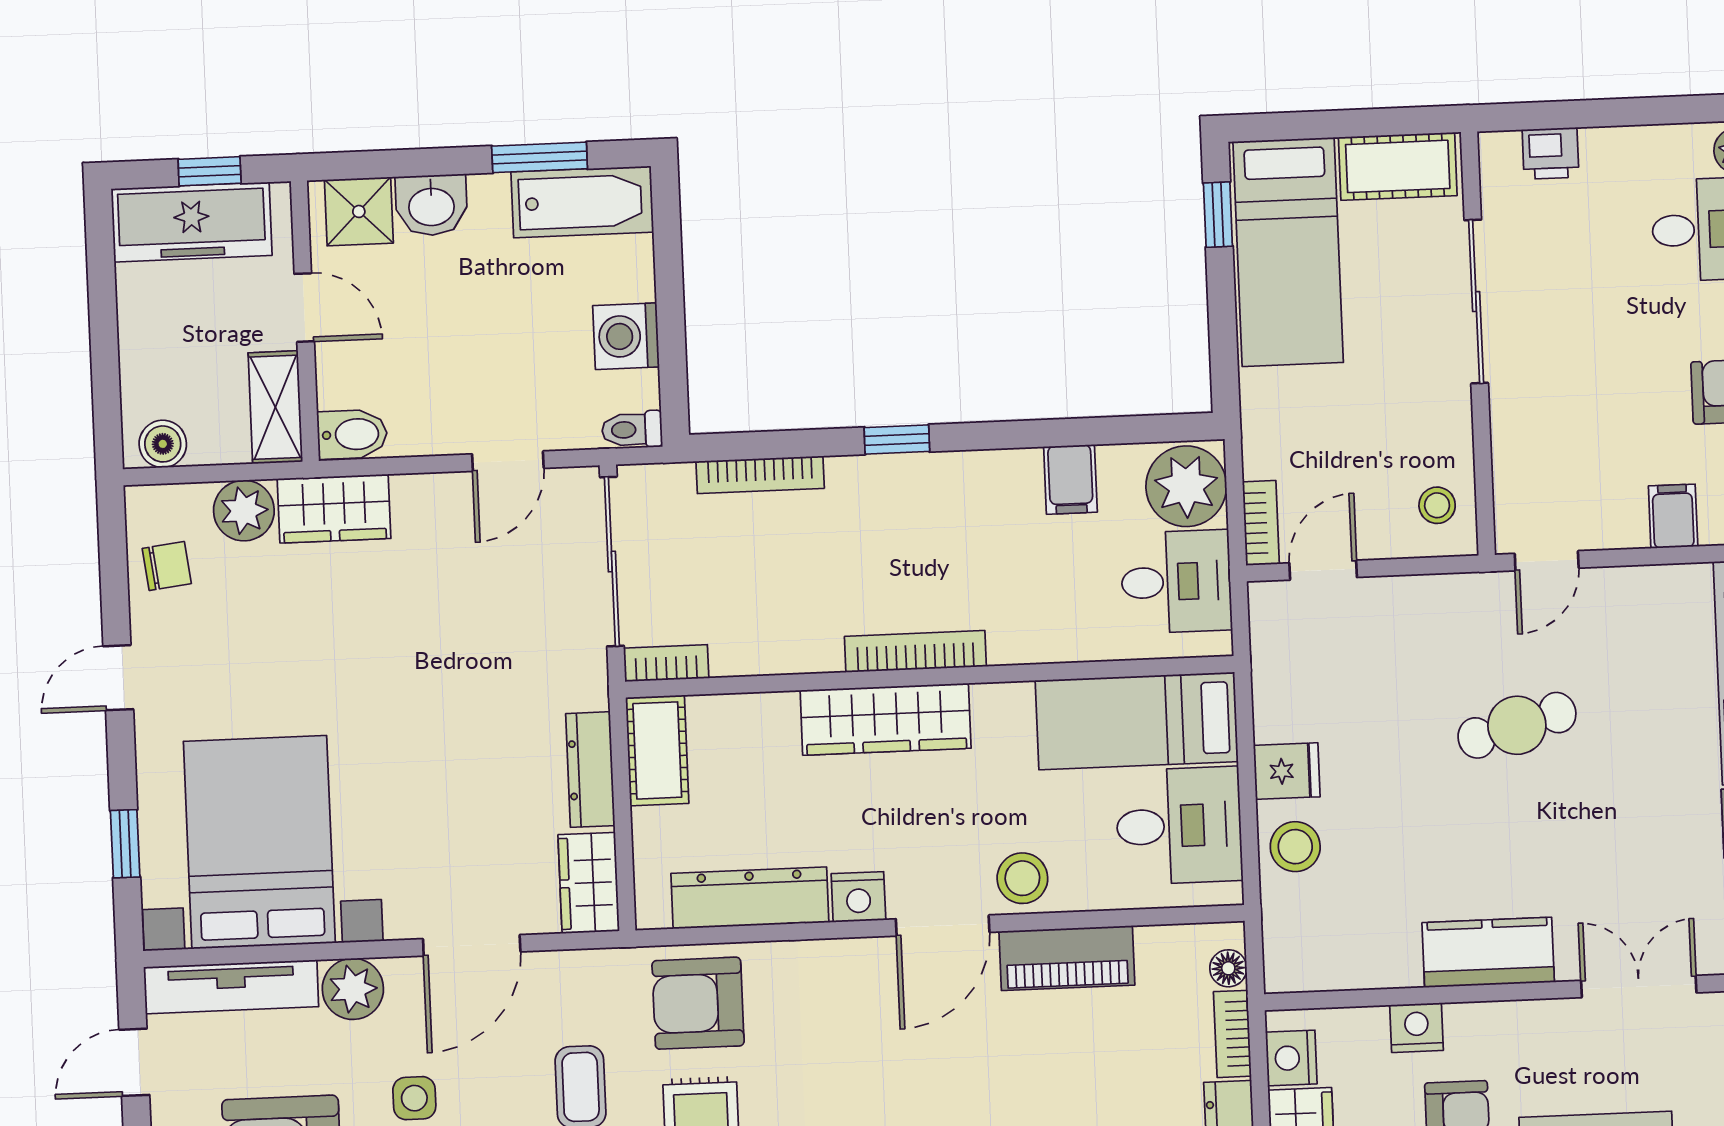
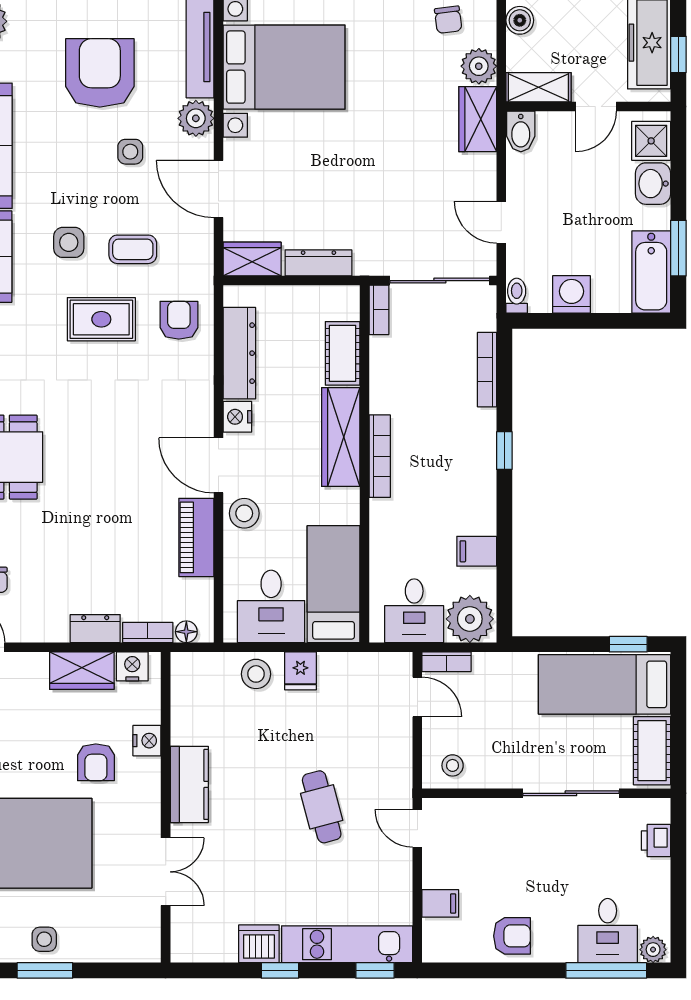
cot: (657, 750) -> (343, 353), moved, turned 90
armchair: (698, 1003) -> (179, 320), width x0.72, depth x0.72

